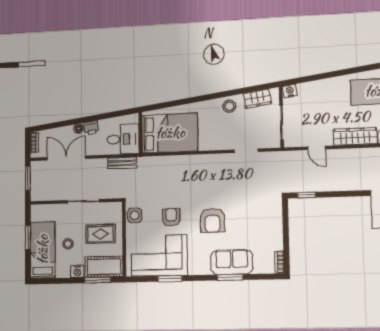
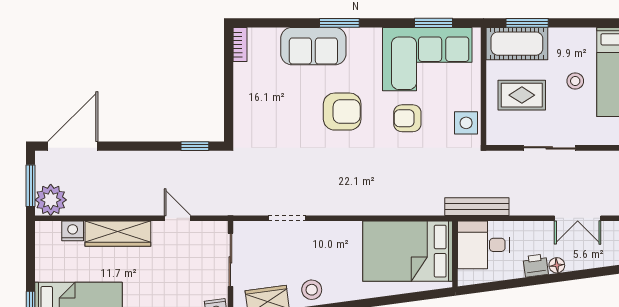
double door: (66, 158) -> (578, 218), width x0.73
bench: (122, 163) -> (477, 207), width x1.36
armchair: (171, 217) -> (407, 118), turned 90
armchair: (212, 220) -> (342, 112), turned 90
nightstand: (77, 271) -> (560, 37), removed
window: (230, 277) -> (339, 23), moved
window: (170, 279) -> (434, 23), moved

